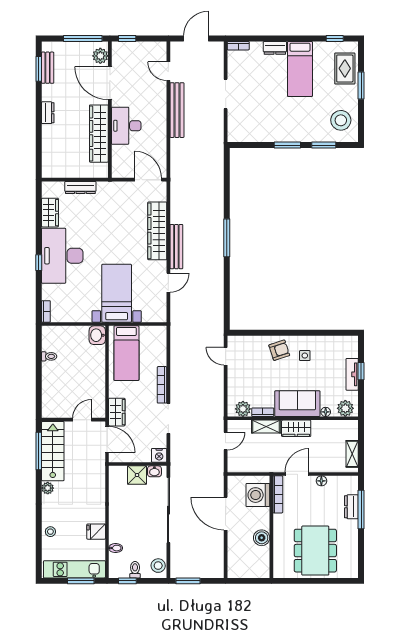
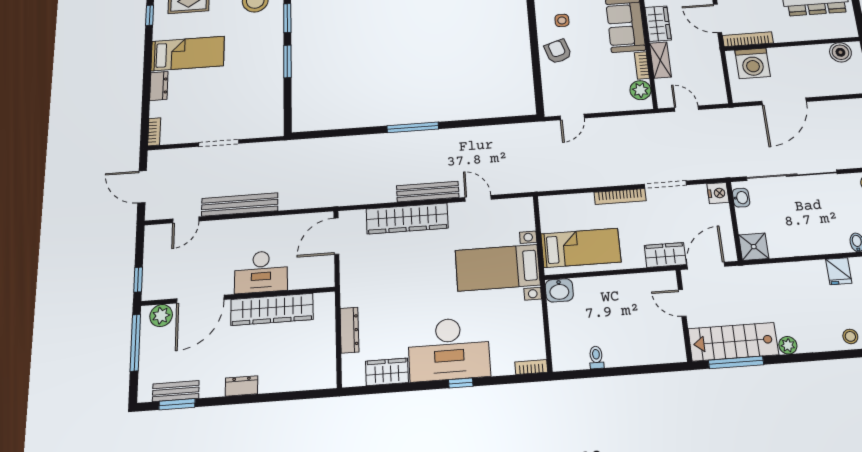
shower: (137, 475) -> (754, 247), moved
boiler: (262, 538) -> (840, 52), moved

